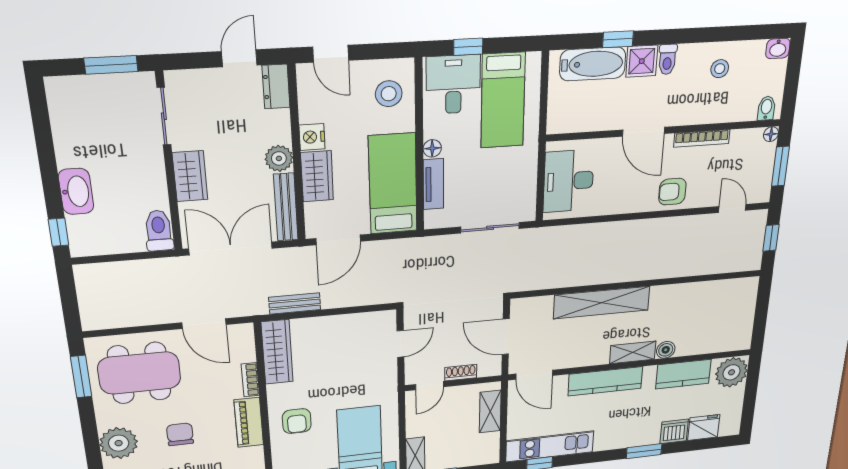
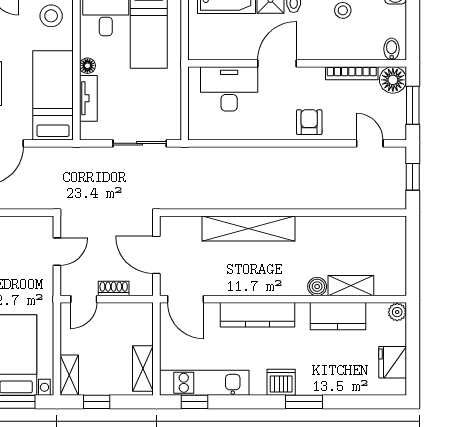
door: (644, 132) -> (277, 63), swing flipped
floor lamp: (771, 134) -> (393, 80), width x1.89, depth x1.89
bookcase: (702, 138) -> (352, 73), moved
desk: (568, 181) -> (229, 89), moved, turned 90
armchair: (672, 192) -> (309, 122), turned 90
shelving: (633, 352) -> (351, 286), moved
plant: (732, 372) -> (397, 312), width x0.53, depth x0.53
shelving: (490, 412) -> (143, 368), moved
fridge: (704, 427) -> (393, 362), moved, turned -90
dishwasher: (674, 431) -> (281, 382), moved

